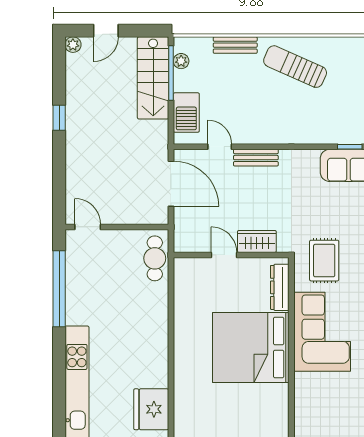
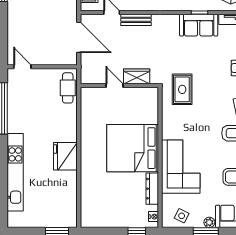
dresser: (280, 287) -> (152, 189), moved
corner sofa: (322, 332) -> (181, 167), moved
fridge: (151, 409) -> (65, 156), moved

